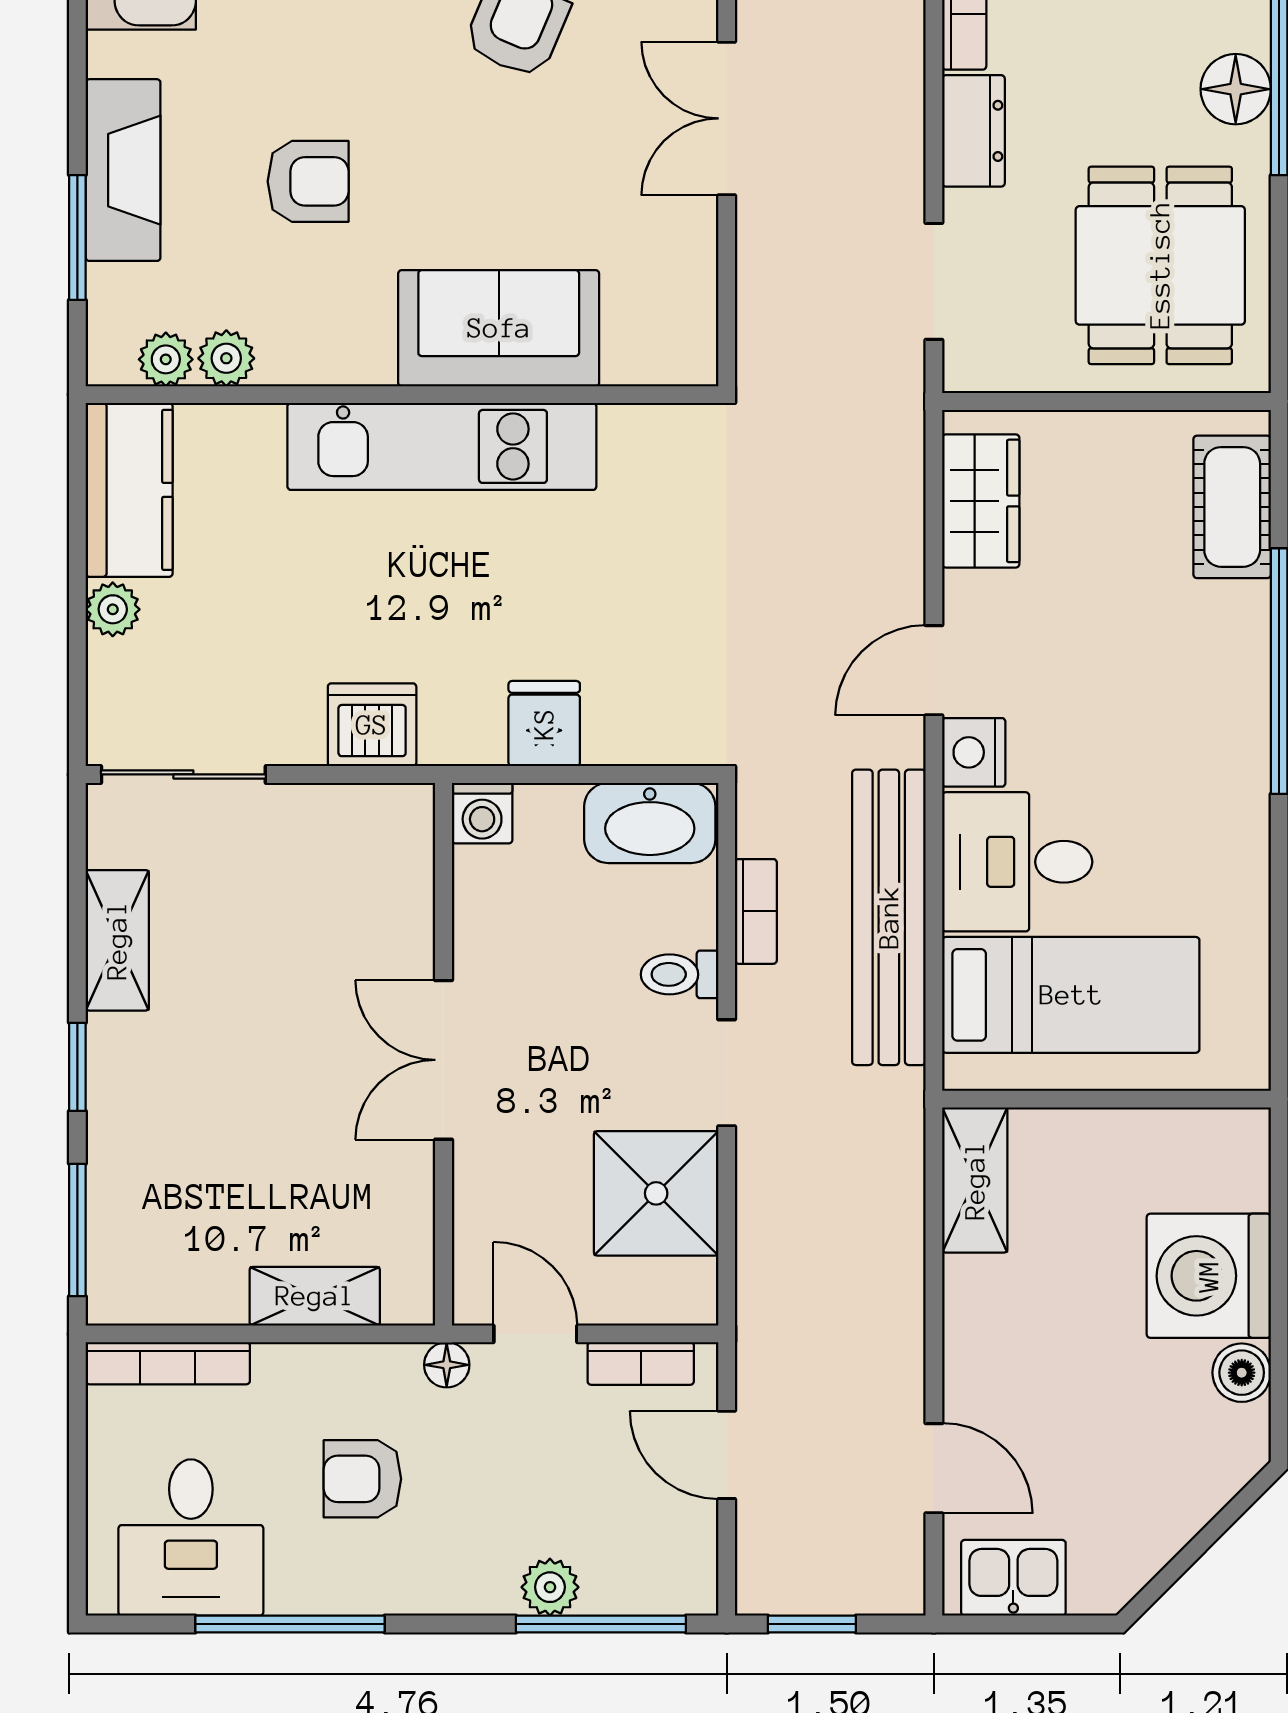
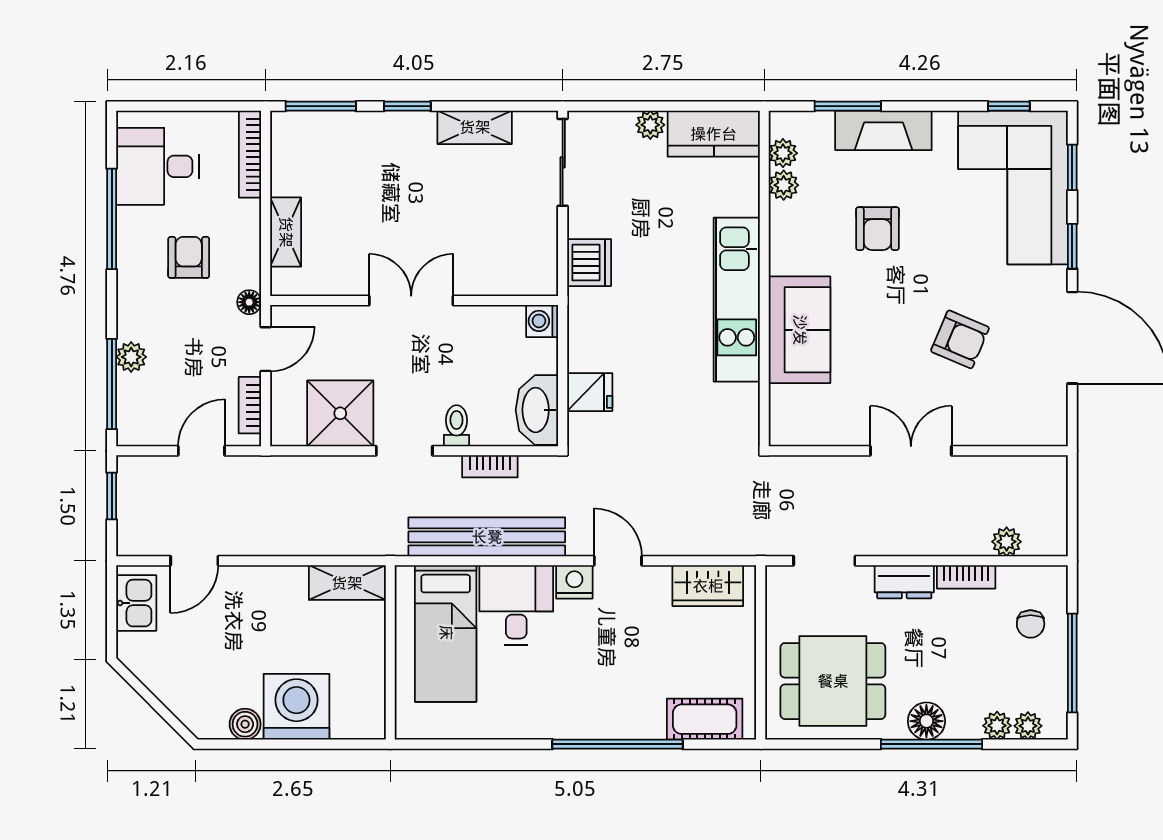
fridge: (544, 724) -> (590, 392), moved

